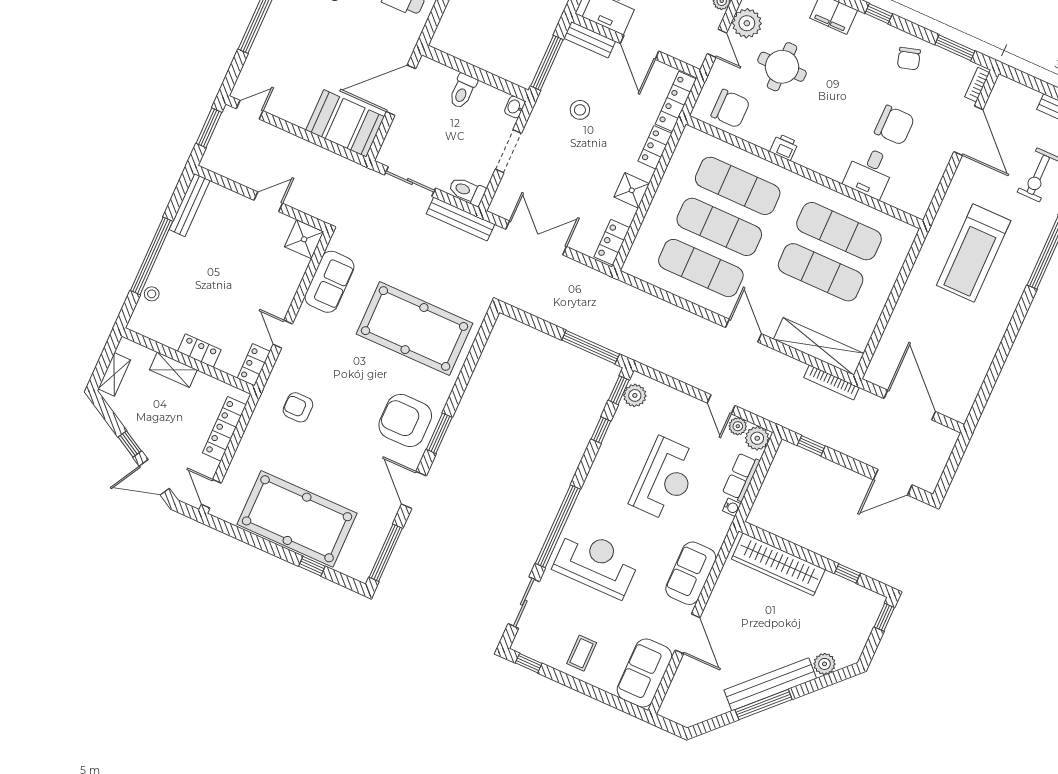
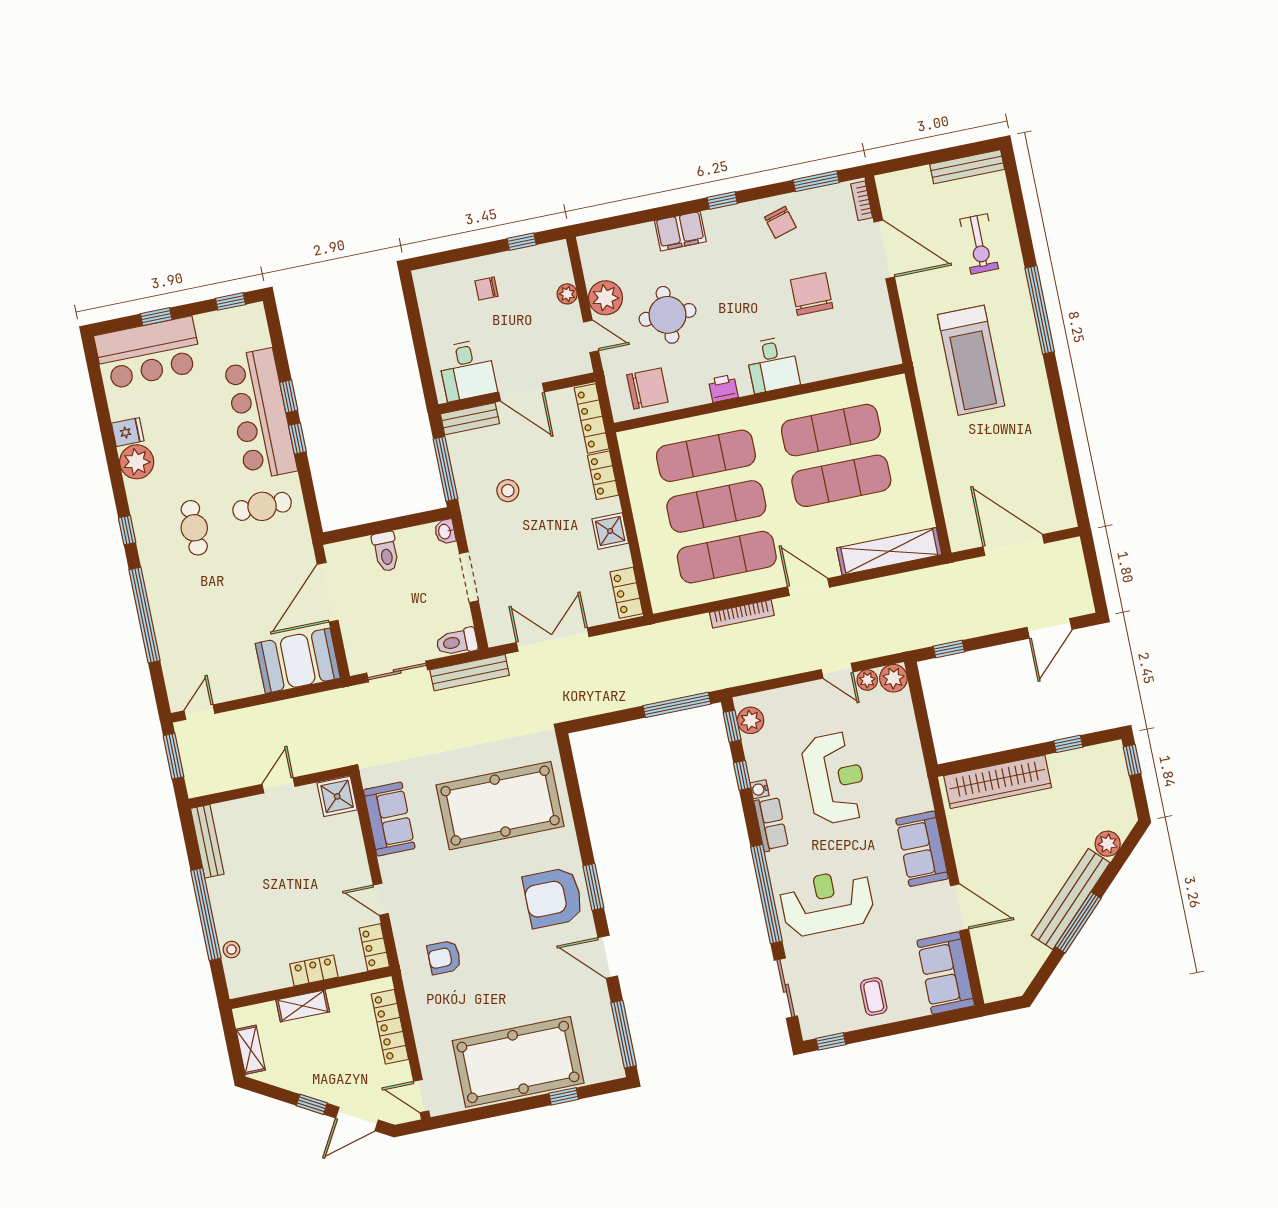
chair: (894, 125) -> (812, 294), turned -90
desk: (869, 172) -> (773, 364), moved
bookcase: (832, 382) -> (742, 614), moved
row of seats: (741, 477) -> (771, 824), moved, turned 180
water cooler: (732, 507) -> (760, 789), moved, turned 180

